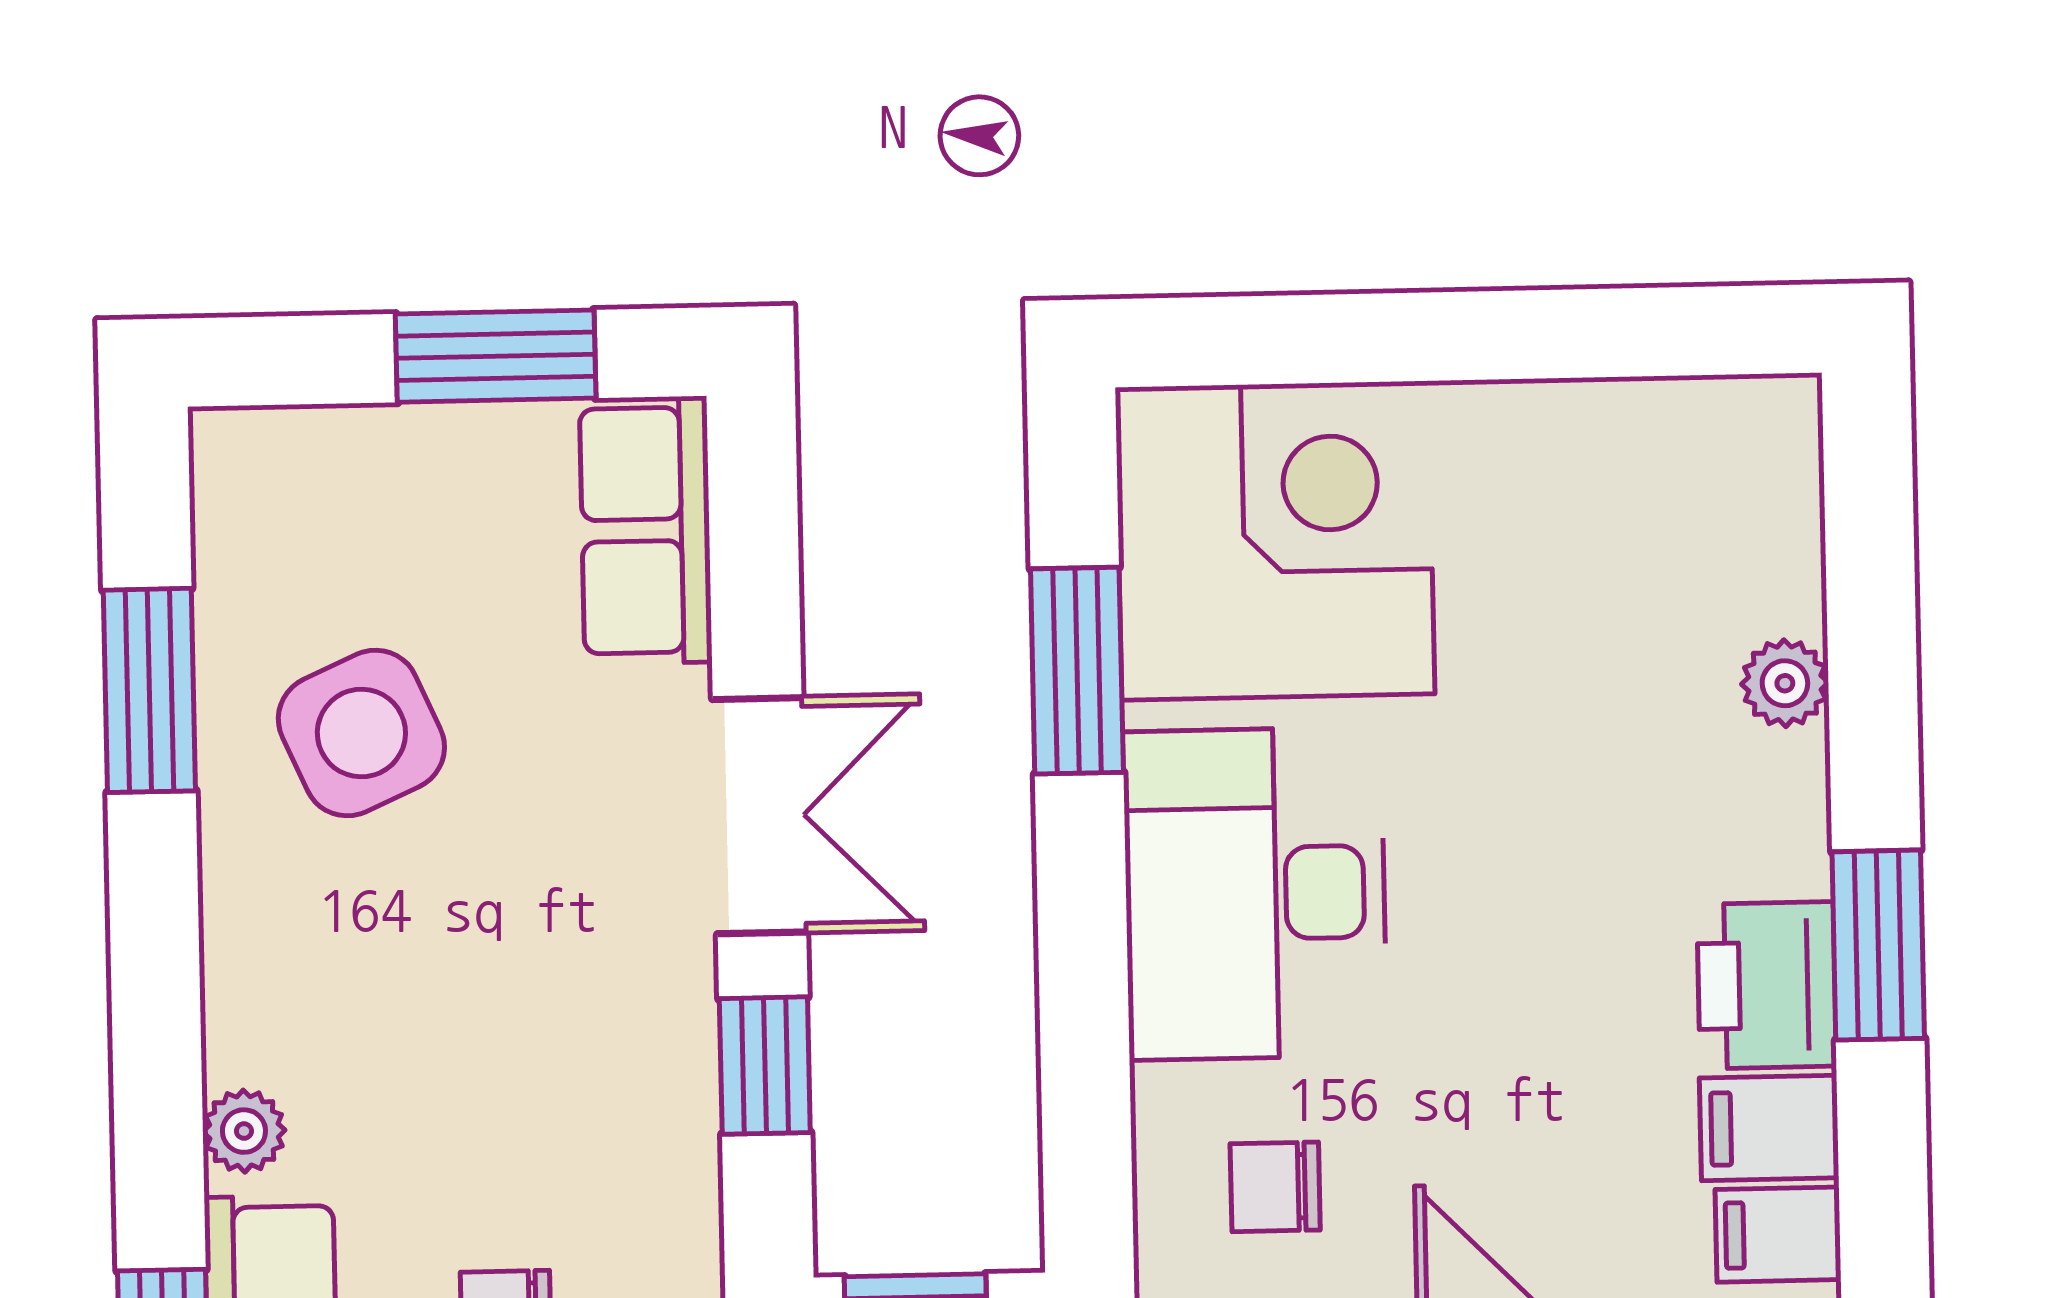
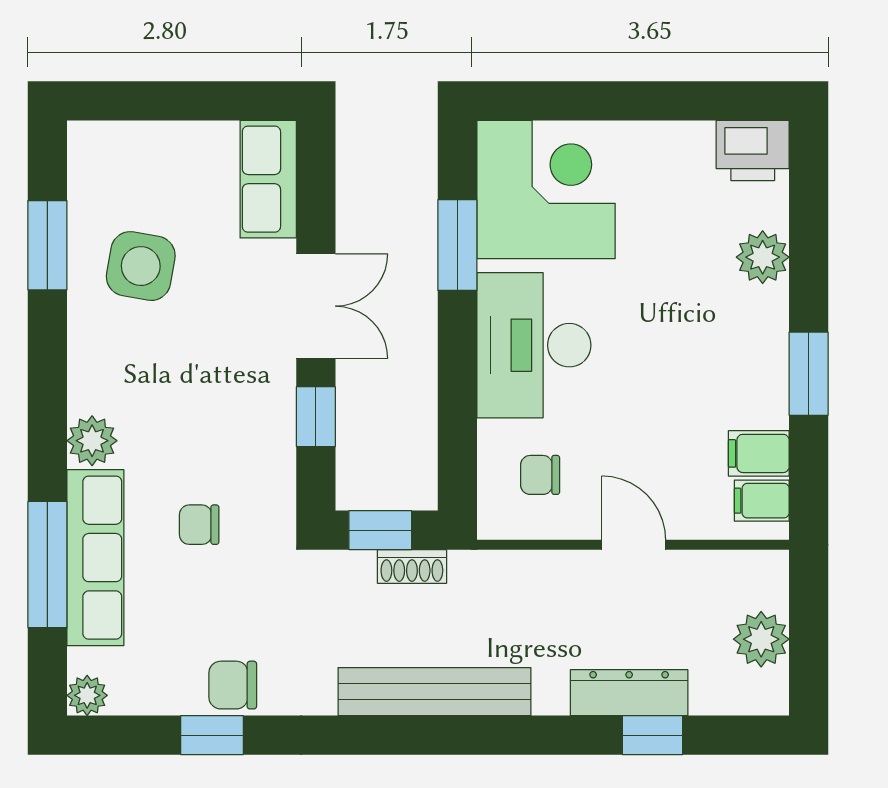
window: (496, 356) -> (204, 101), removed
plant: (1785, 683) -> (763, 257), width x1.38, depth x1.38
side table: (361, 733) -> (141, 266), turned 34
printer: (1767, 985) -> (753, 150), moved, turned -90
plant: (244, 1131) -> (92, 441), width x1.38, depth x1.38

